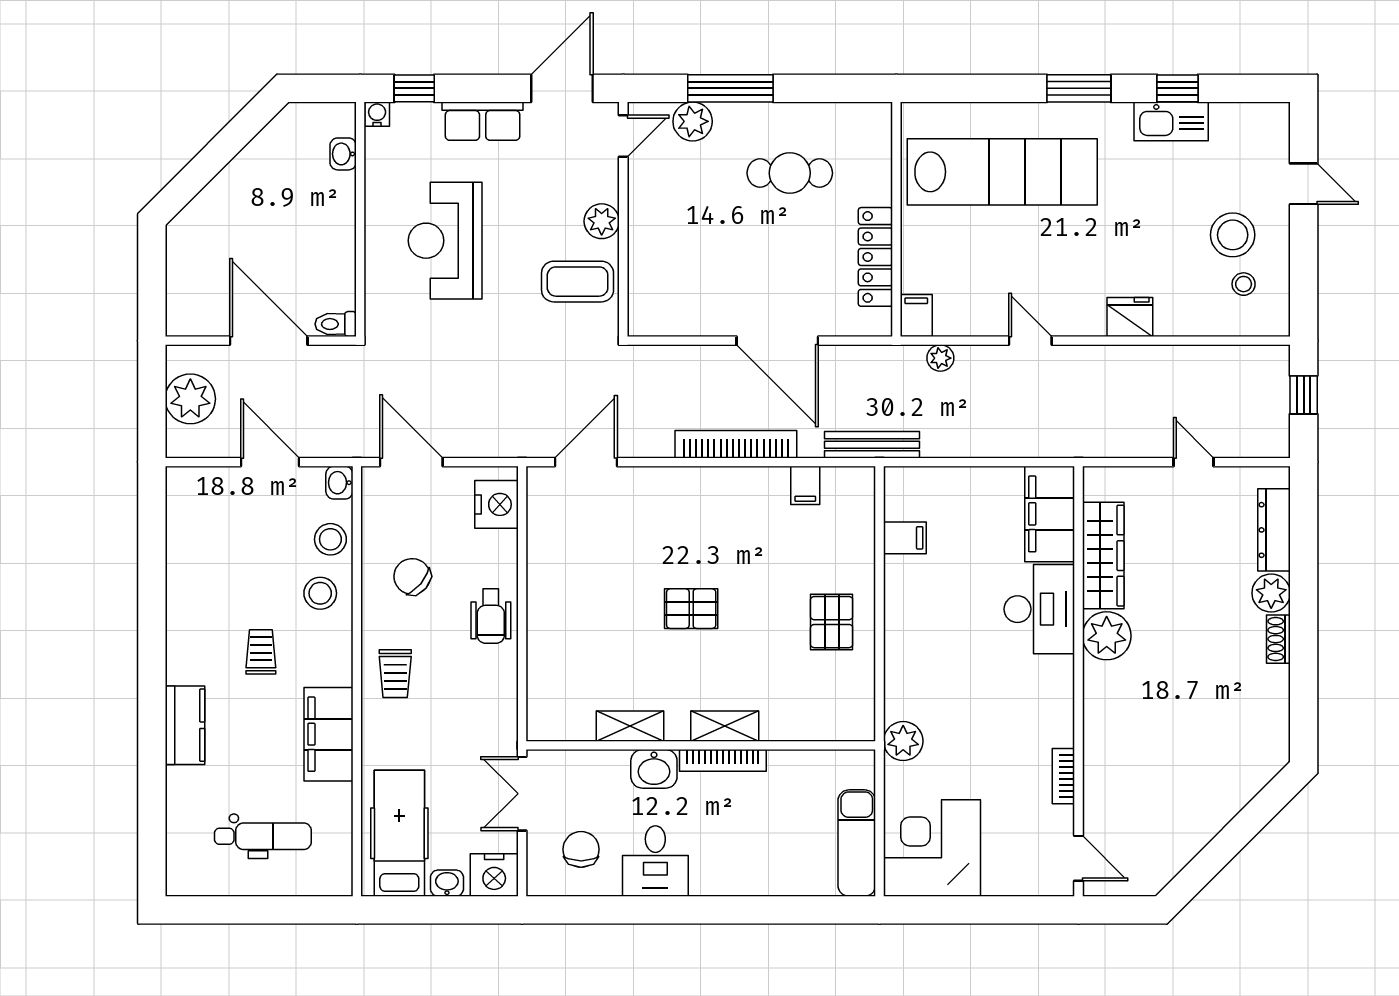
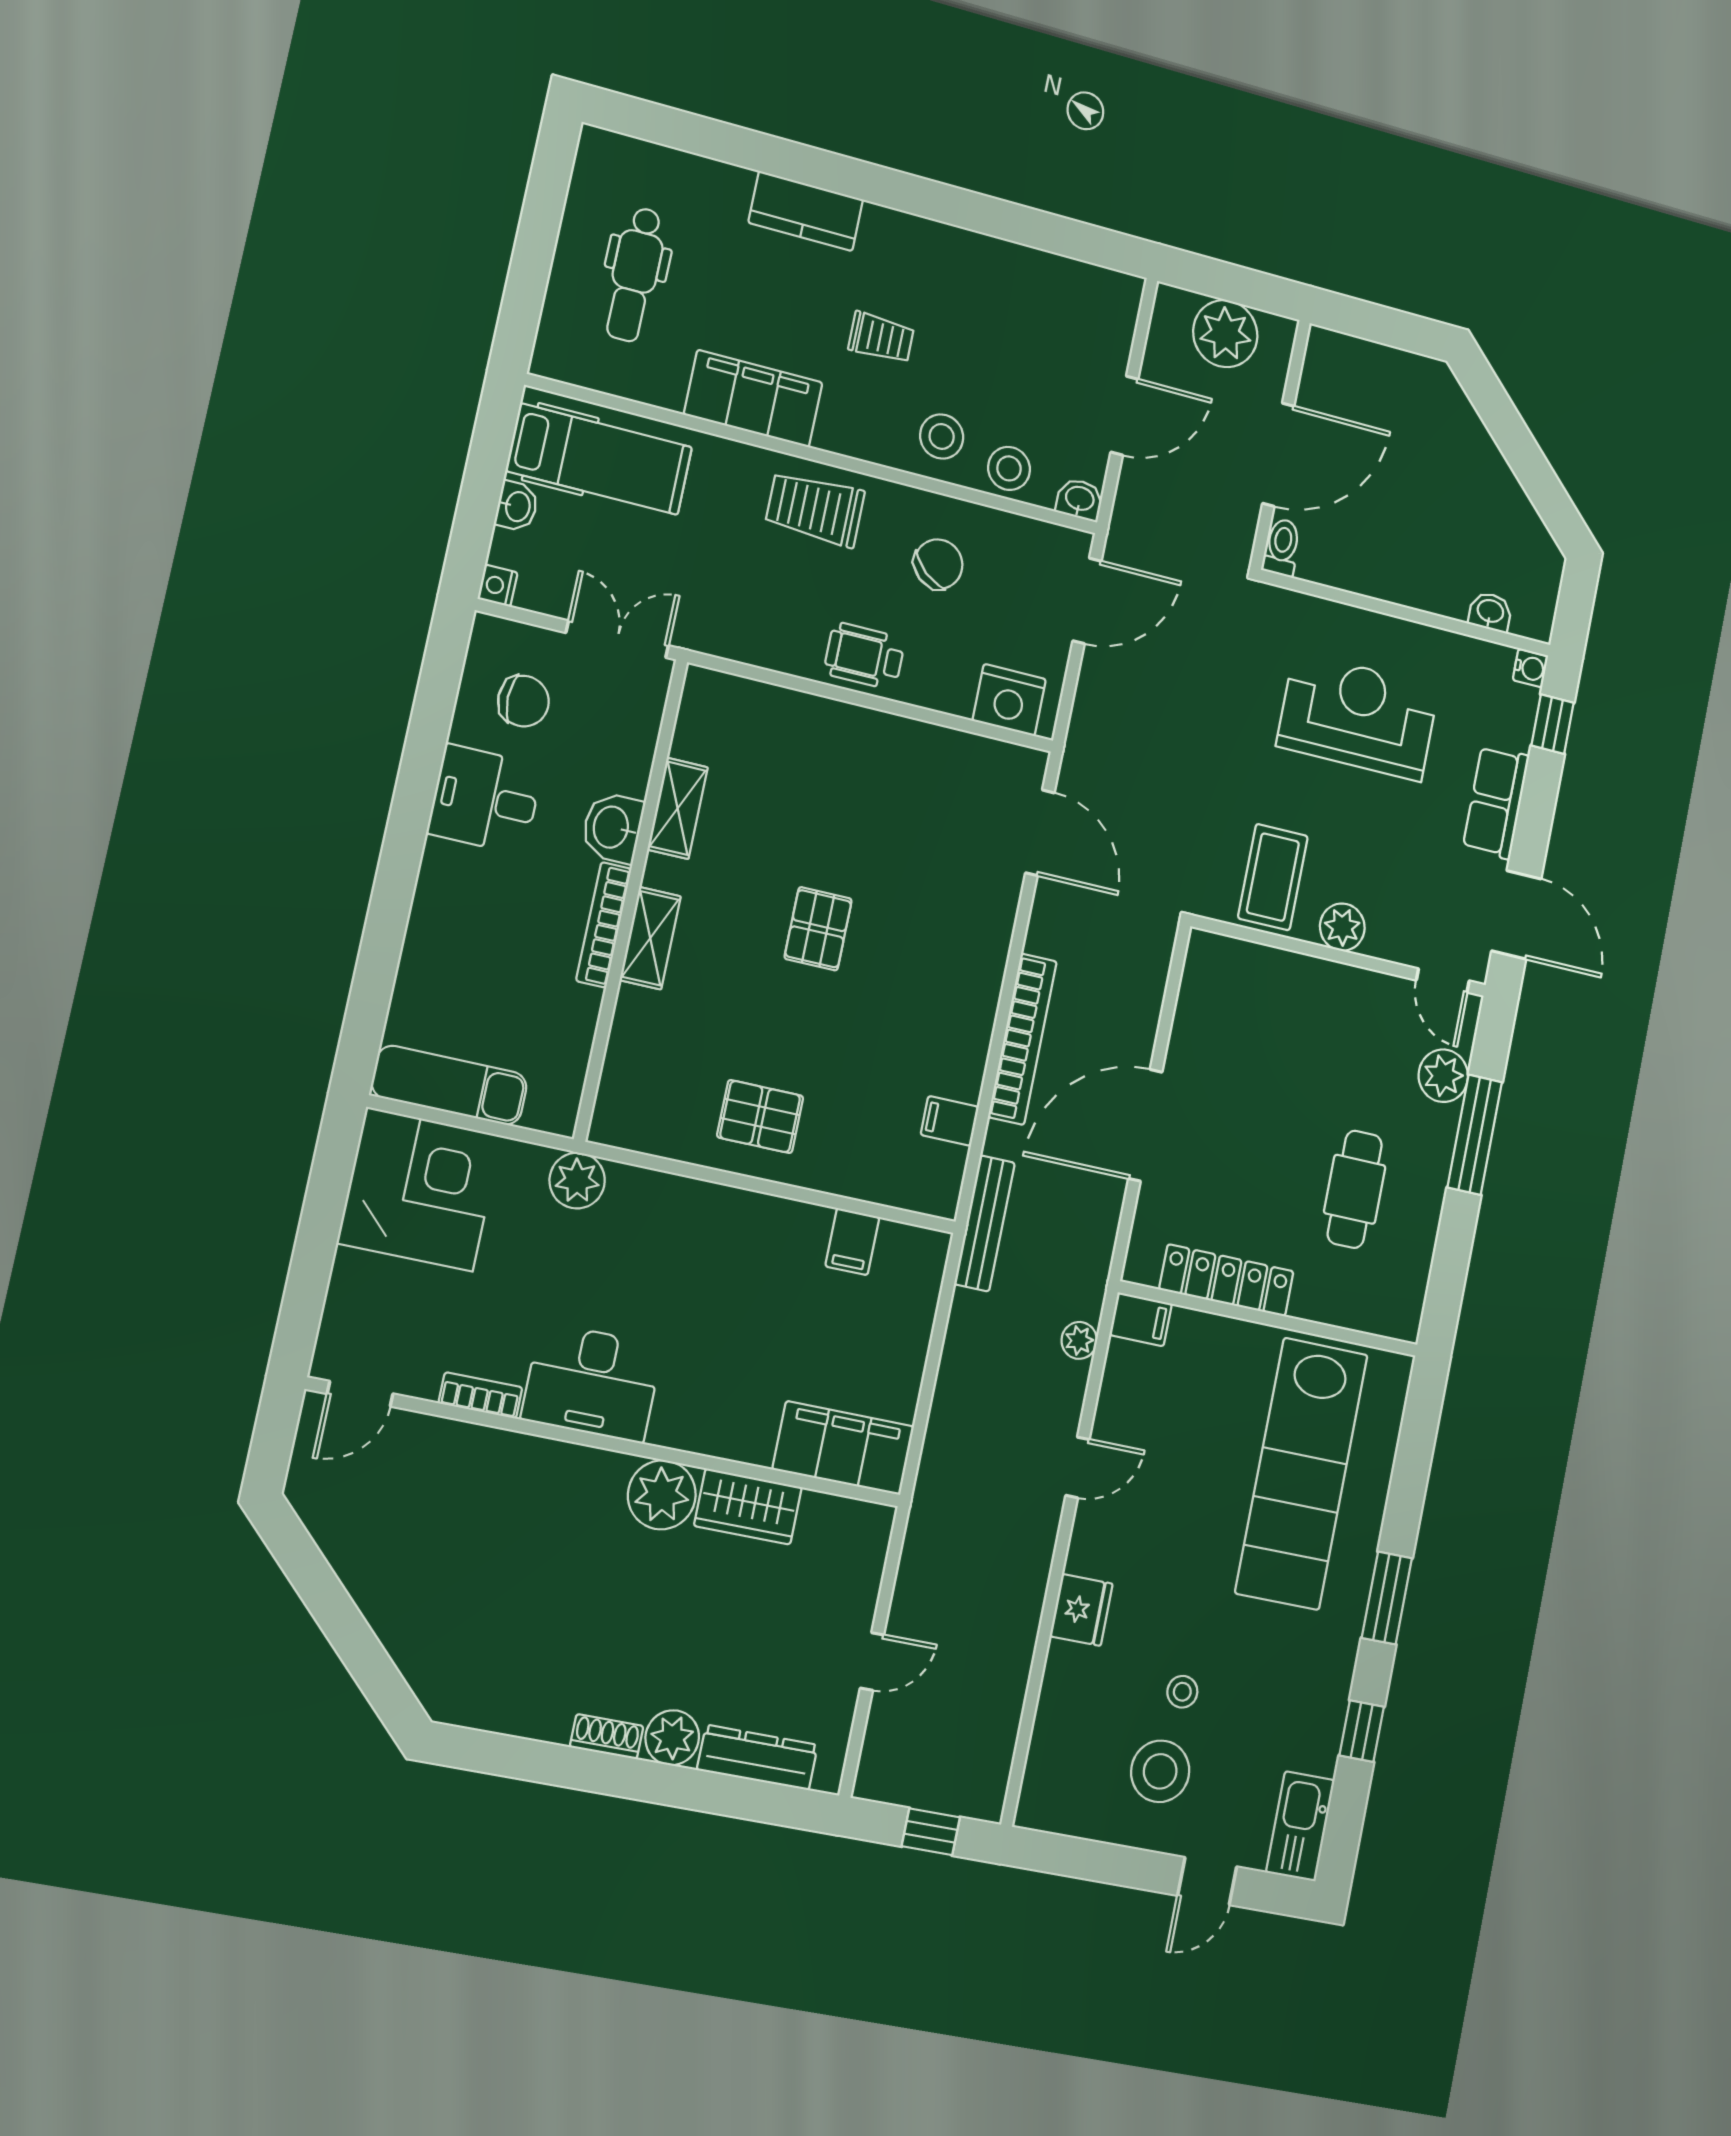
kitchen sink: (1171, 121) -> (1300, 1826), moved
stool: (1244, 284) -> (1182, 1692), moved
wardrobe: (1103, 556) -> (748, 1506), width x0.67
desk: (1039, 609) -> (592, 1382), moved
trolley: (395, 674) -> (815, 509), width x1.36, depth x1.39
nightstand: (494, 875) -> (498, 586), width x0.53, depth x0.56

